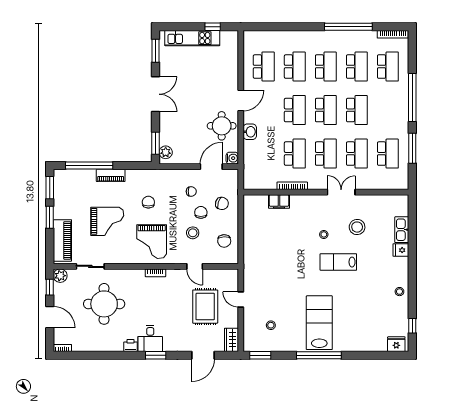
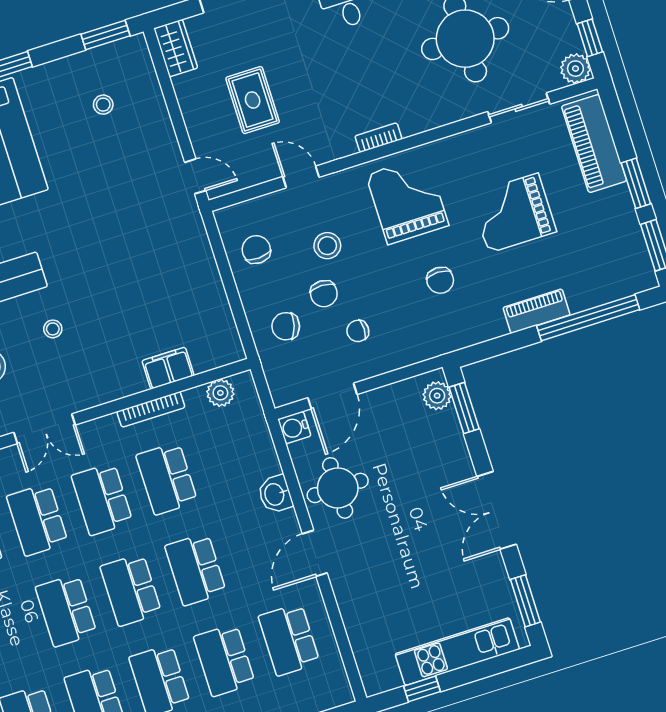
plant: (260, 183) -> (220, 393), added
door: (241, 299) -> (195, 176), moved
rug: (205, 307) -> (253, 100), width x0.73, depth x0.70

